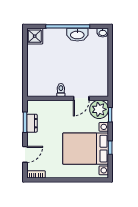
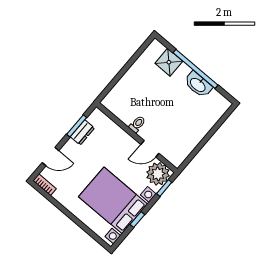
washbasin: (103, 33) -> (224, 103), removed
shower: (35, 36) -> (169, 62), moved

